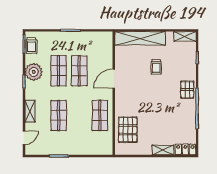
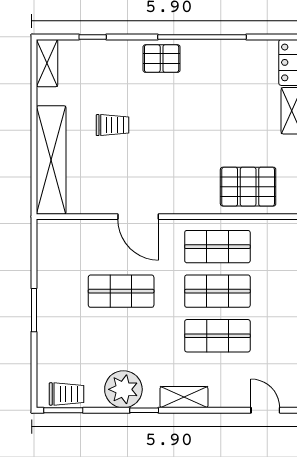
shop shelf: (59, 71) -> (217, 291), moved
shelving: (30, 111) -> (184, 397), moved

